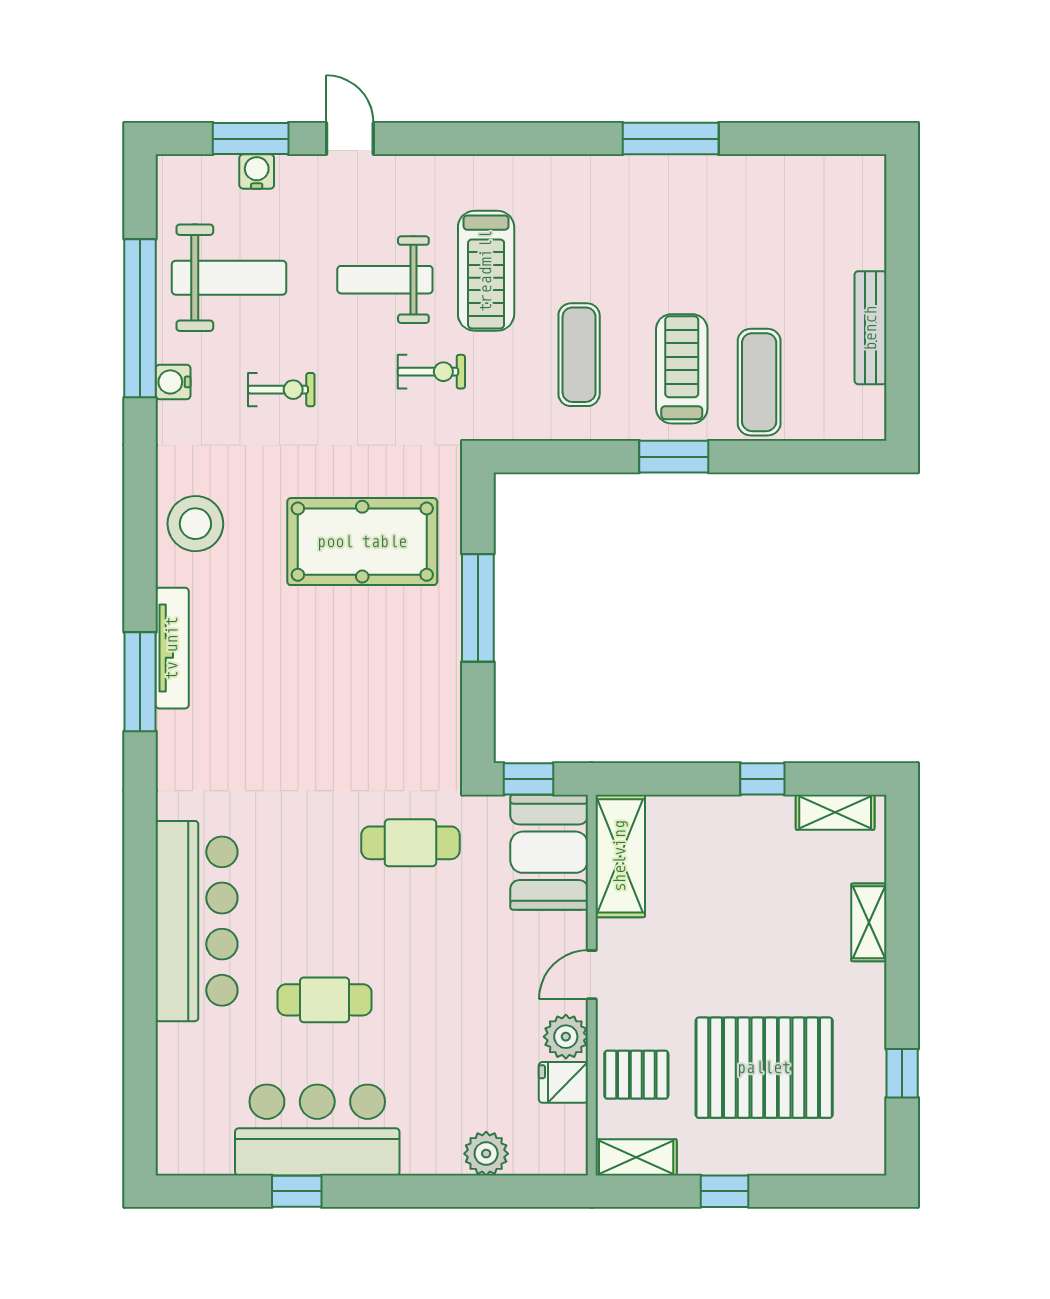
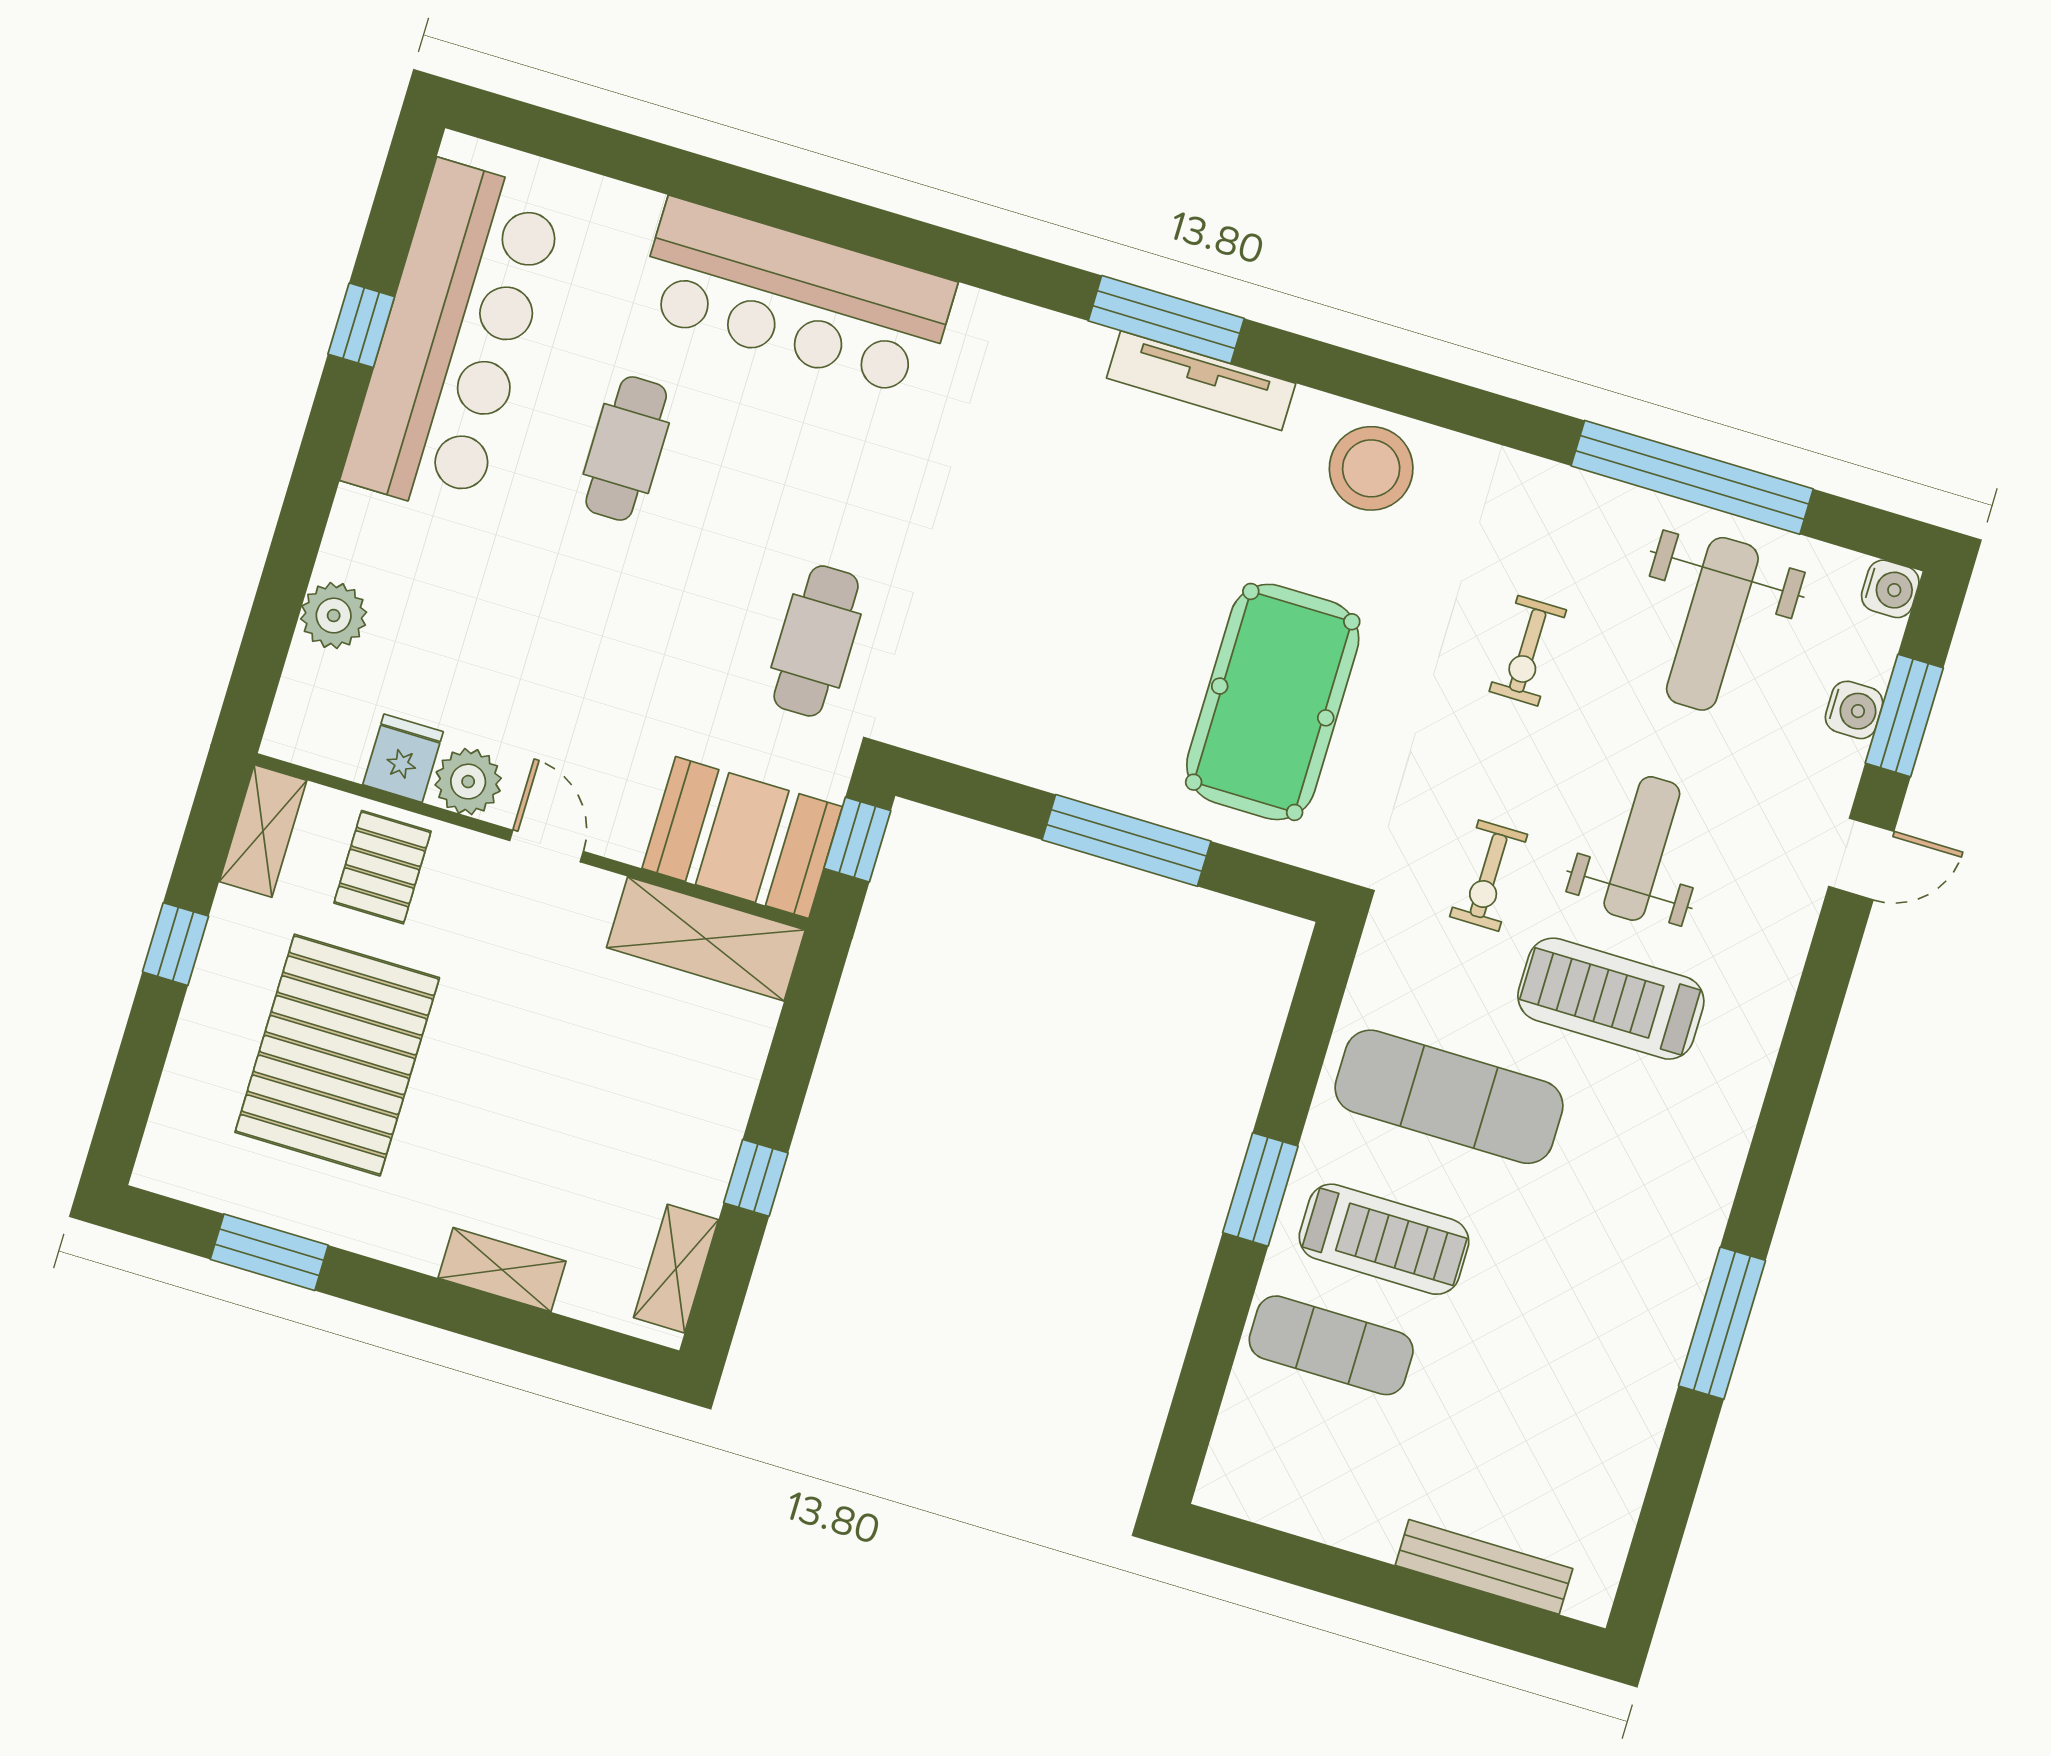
bench: (871, 328) -> (1484, 1567), moved
exercise mat: (579, 355) -> (1449, 1097), width x1.36, depth x1.45
water cooler: (173, 382) -> (1890, 589), moved, turned 90
window: (902, 1073) -> (269, 1252), width x1.50
bar counter: (317, 1130) -> (454, 338), width x1.36

